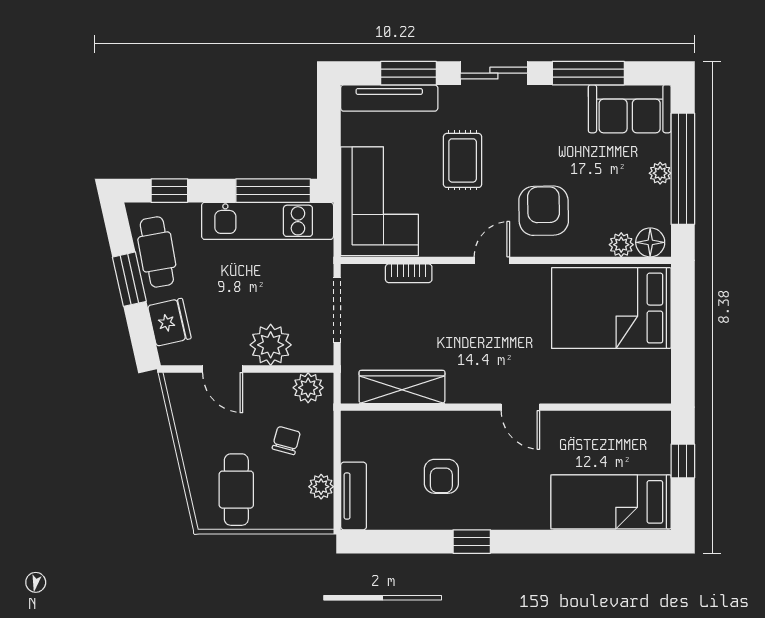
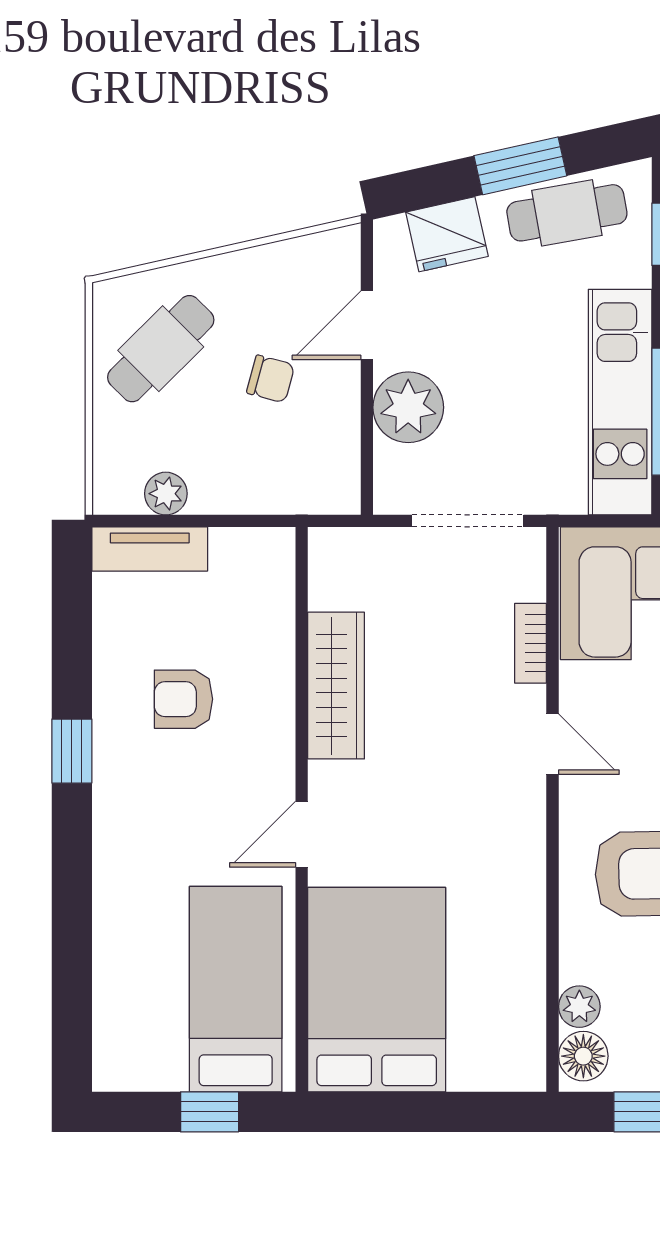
door: (492, 260) -> (553, 744), moved
bed: (611, 308) -> (377, 990), moved
wardrobe: (402, 387) -> (336, 686), moved
plant: (308, 388) -> (335, 471), removed
chair: (286, 440) -> (271, 379), moved
cafe table: (236, 490) -> (161, 349), turned -45
bed: (611, 502) -> (236, 989), moved

